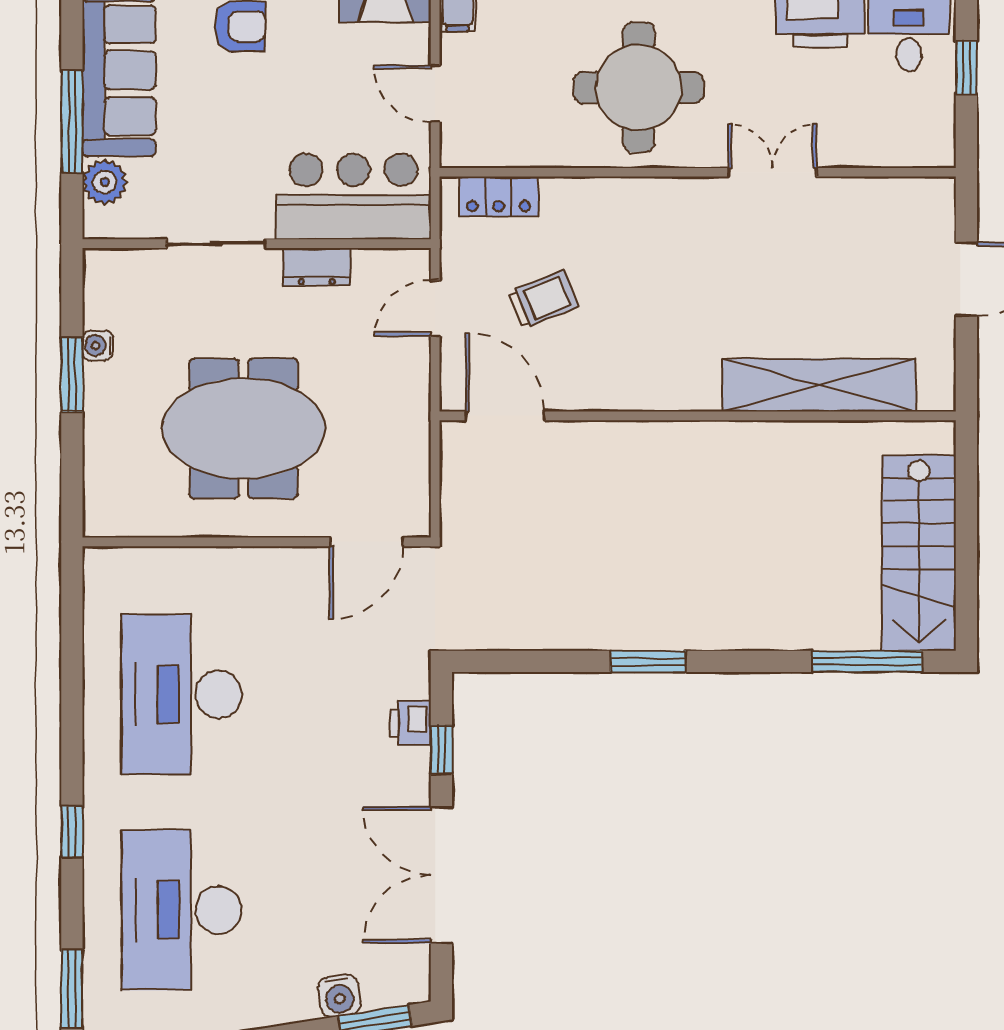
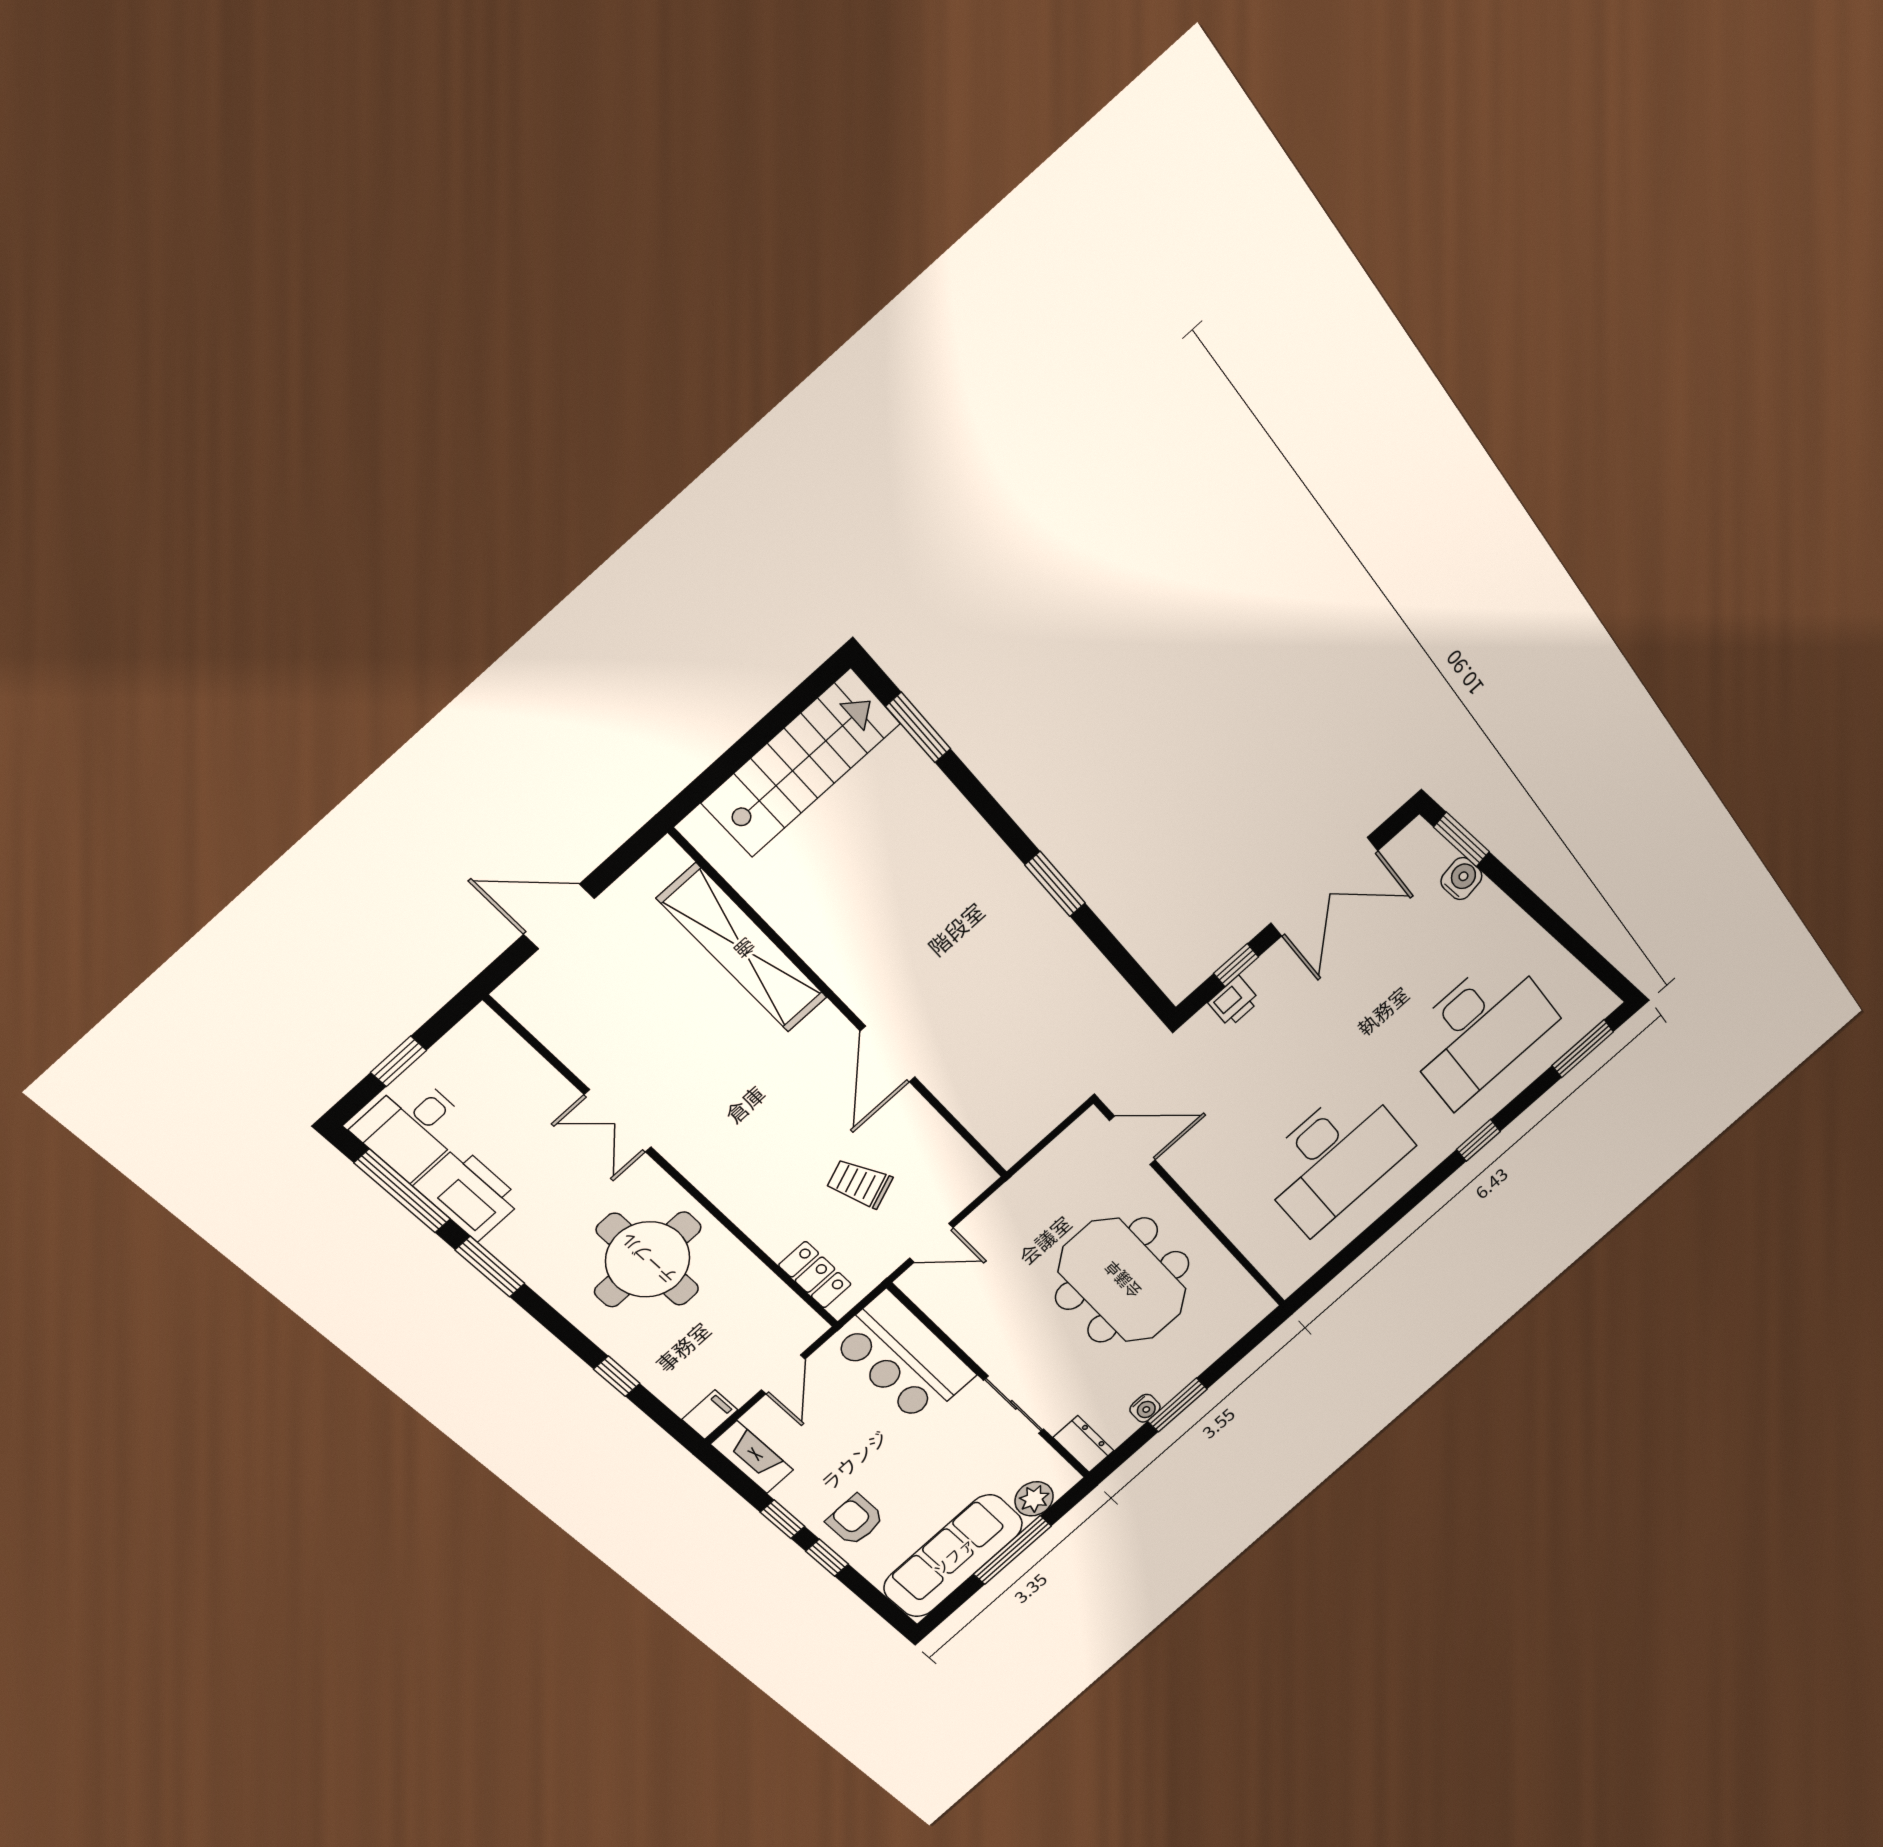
dresser: (317, 267) -> (1084, 1444), moved
door: (505, 416) -> (888, 1054), moved
window: (867, 661) -> (918, 728), width x0.69

